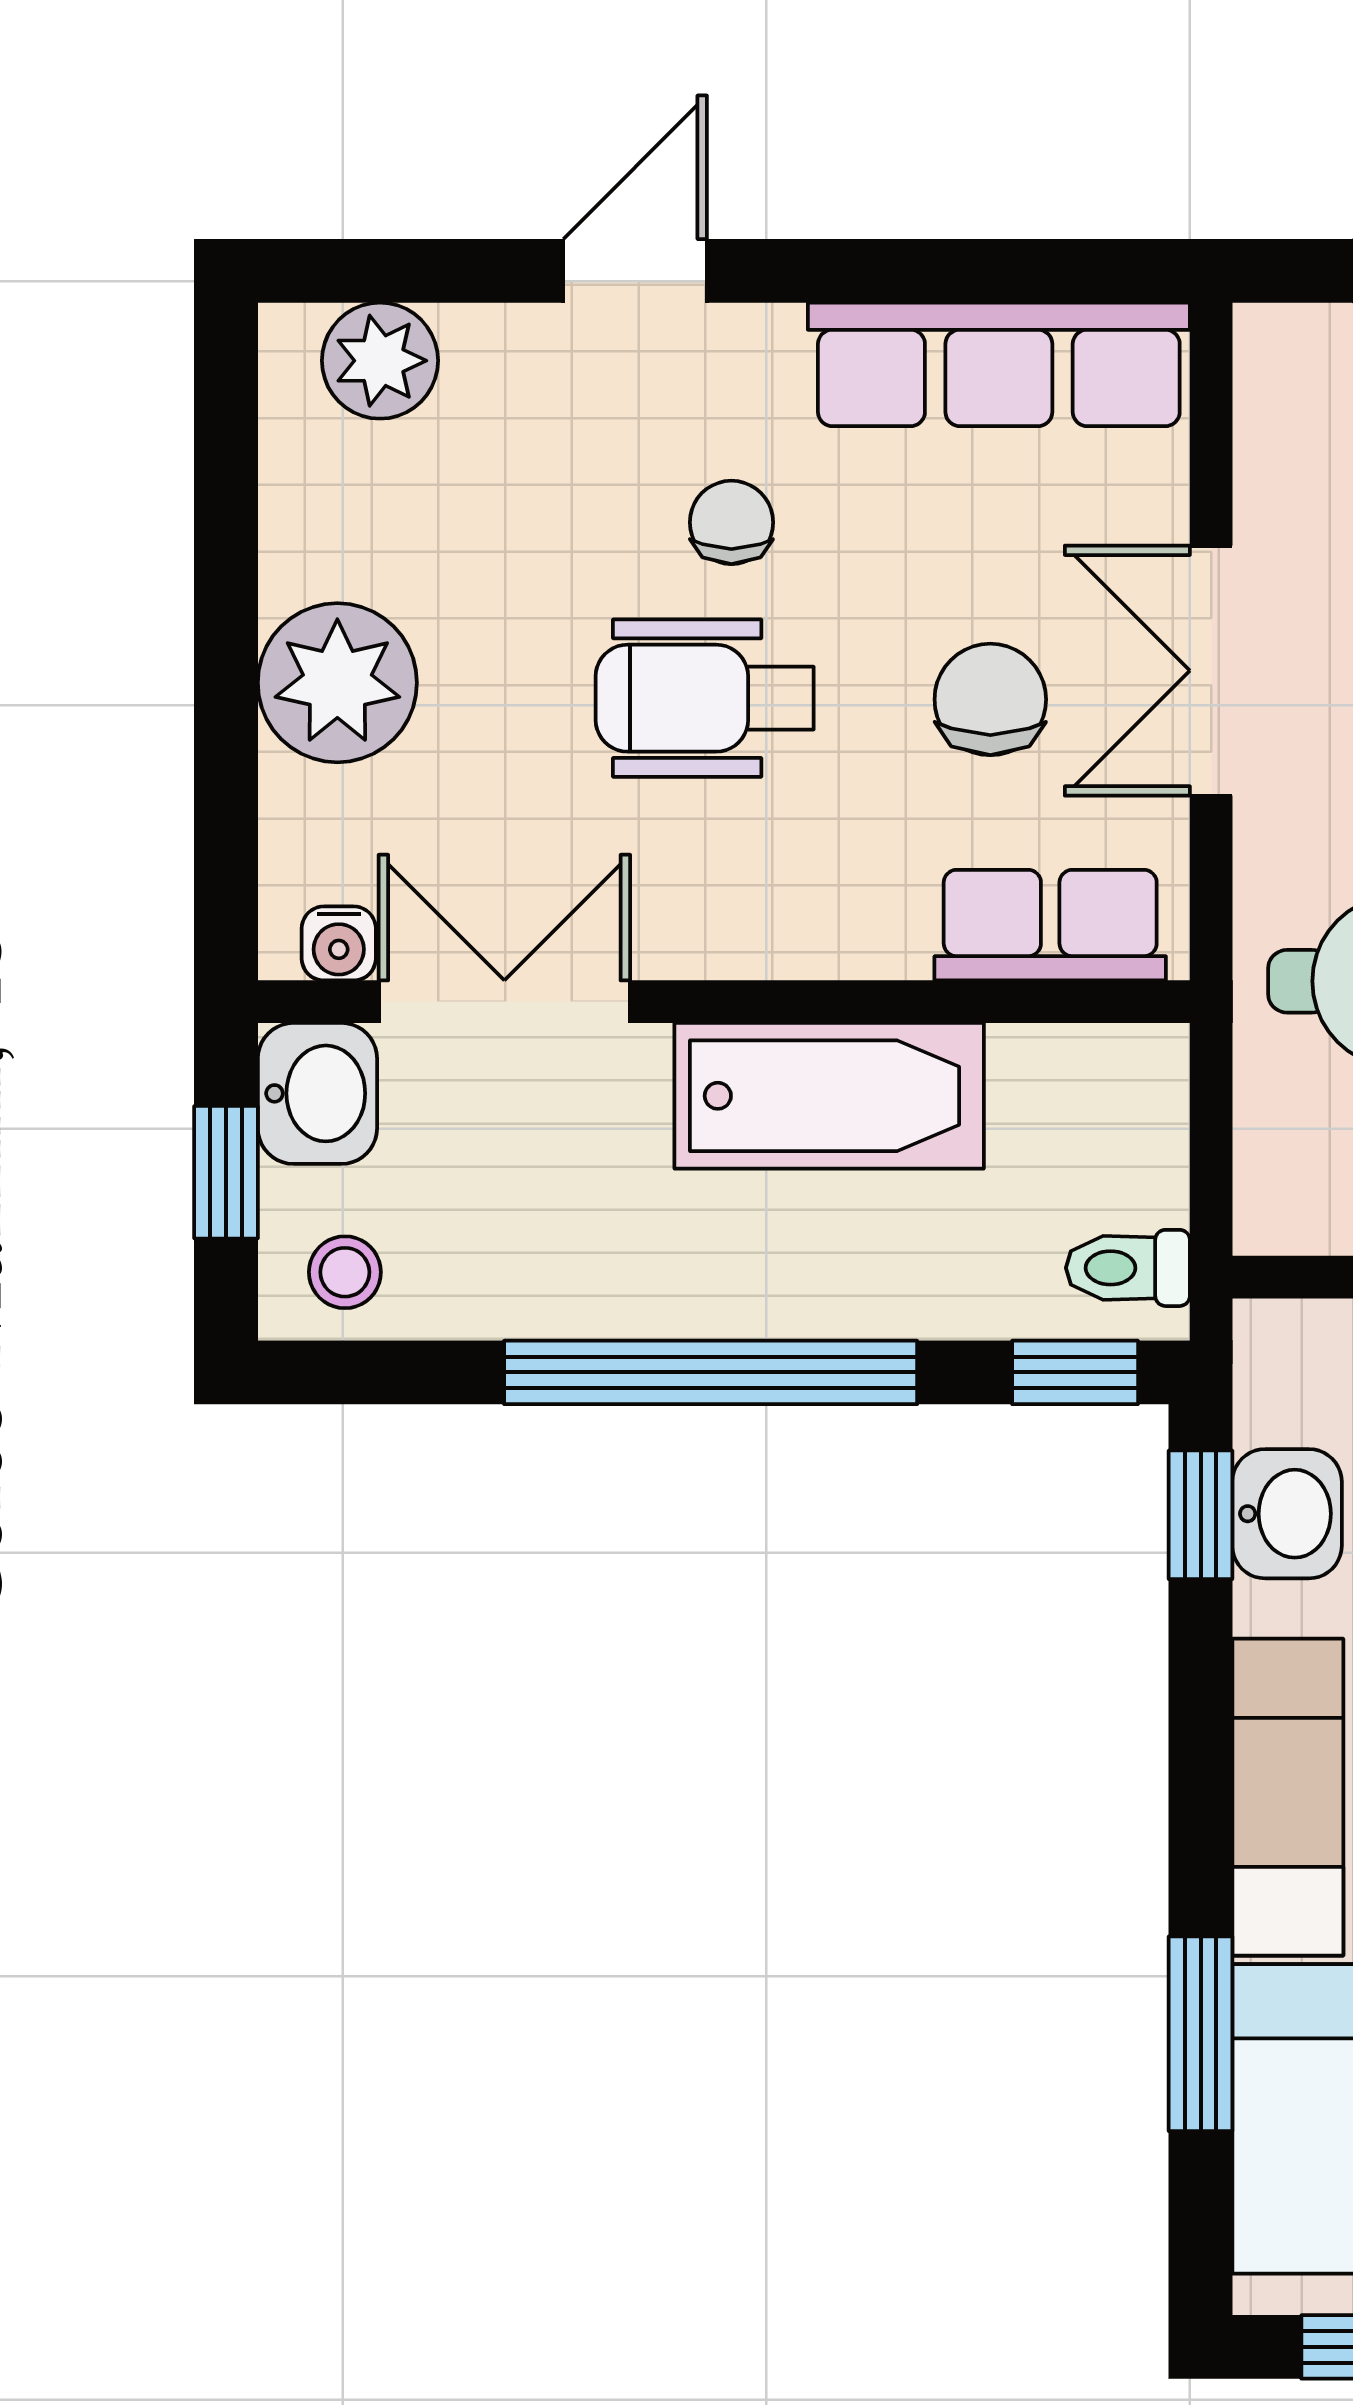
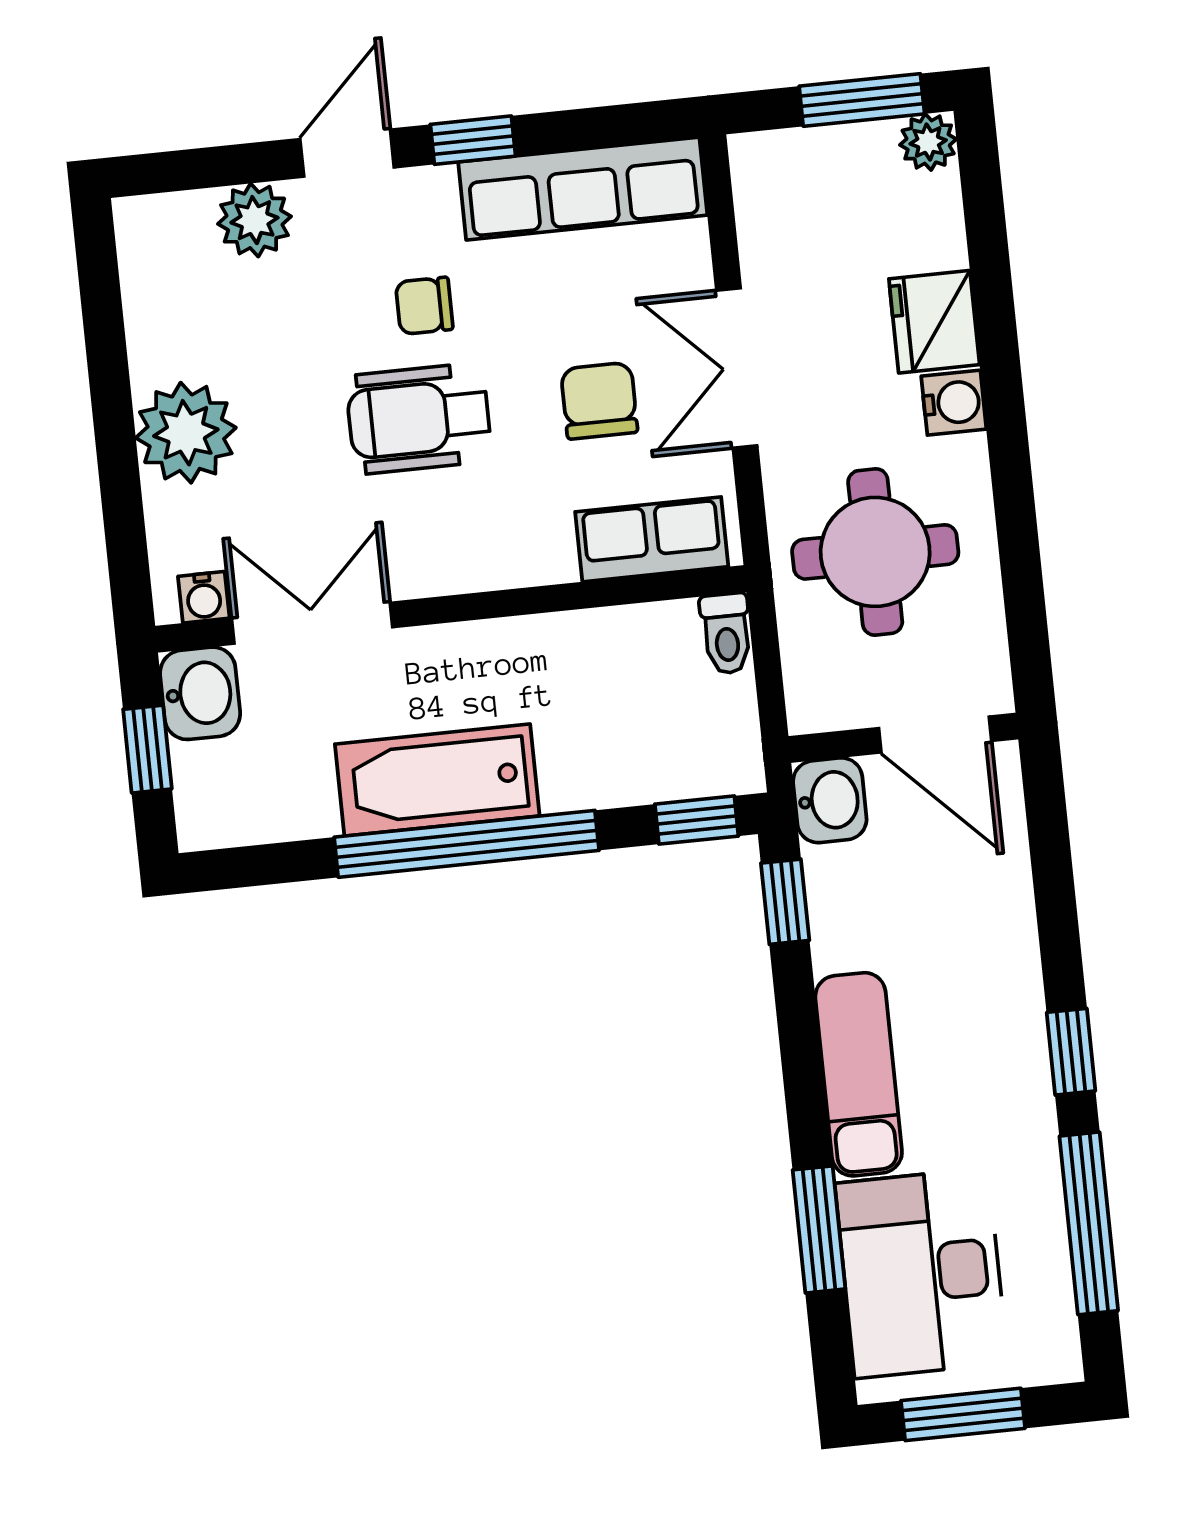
window: (835, 271) -> (473, 140), added
plant: (380, 361) -> (254, 220), moved
chair: (731, 522) -> (424, 306), turned -90
bathtub: (829, 1096) -> (437, 780), moved, turned 180
toilet: (1128, 1268) -> (726, 634), moved, turned -90
stool: (345, 1272) -> (229, 804), removed
washbasin: (1287, 1514) -> (830, 800), moved

